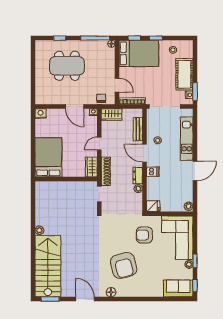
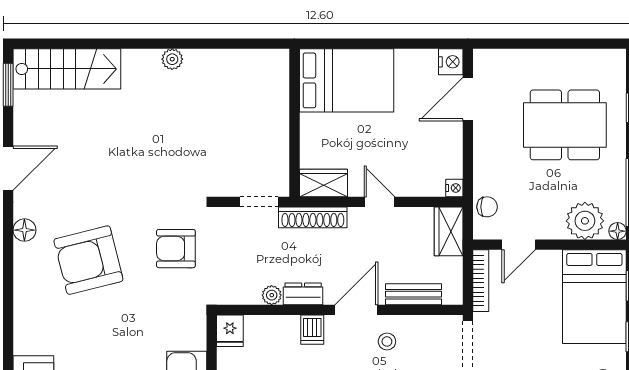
plant: (107, 57) -> (585, 221), added
dining table: (67, 66) -> (565, 125), turned 90
door: (75, 106) -> (468, 99), moved
armchair: (144, 235) -> (176, 249), moved, turned -90
stairs: (48, 266) -> (67, 69), width x0.73, depth x0.66

